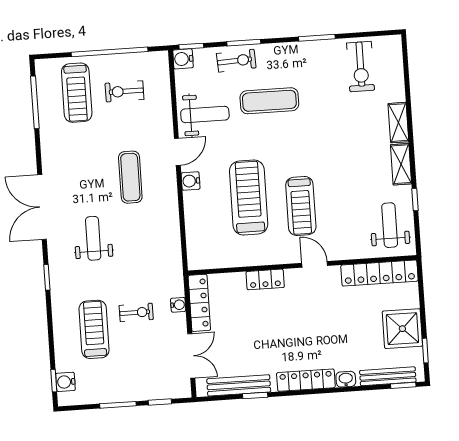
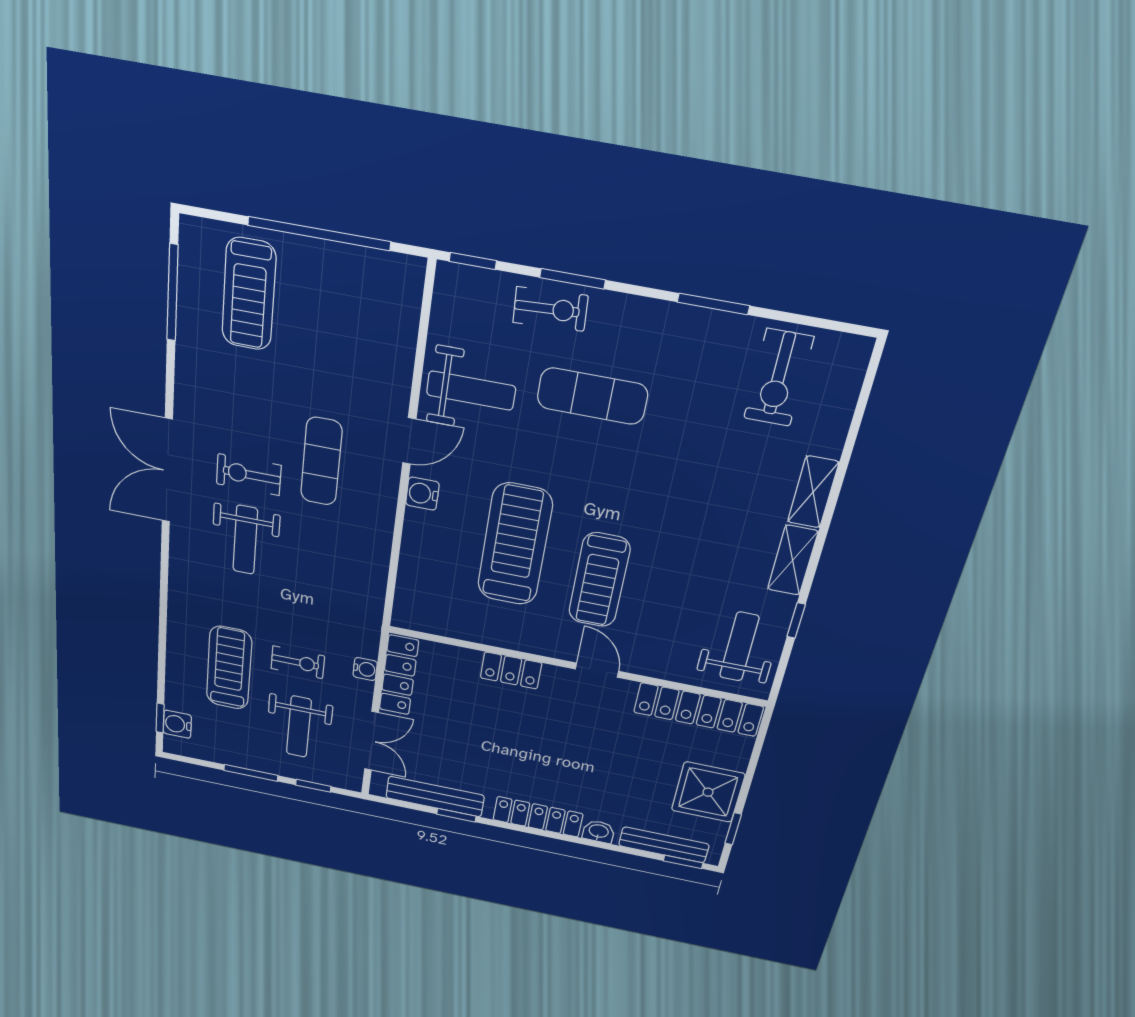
water cooler: (183, 59) -> (452, 281), removed
exercise bike: (124, 91) -> (249, 475), moved
weight bench: (93, 238) -> (245, 540), turned 180
window: (47, 277) -> (164, 577), removed
weight bench: (144, 359) -> (299, 727), added

